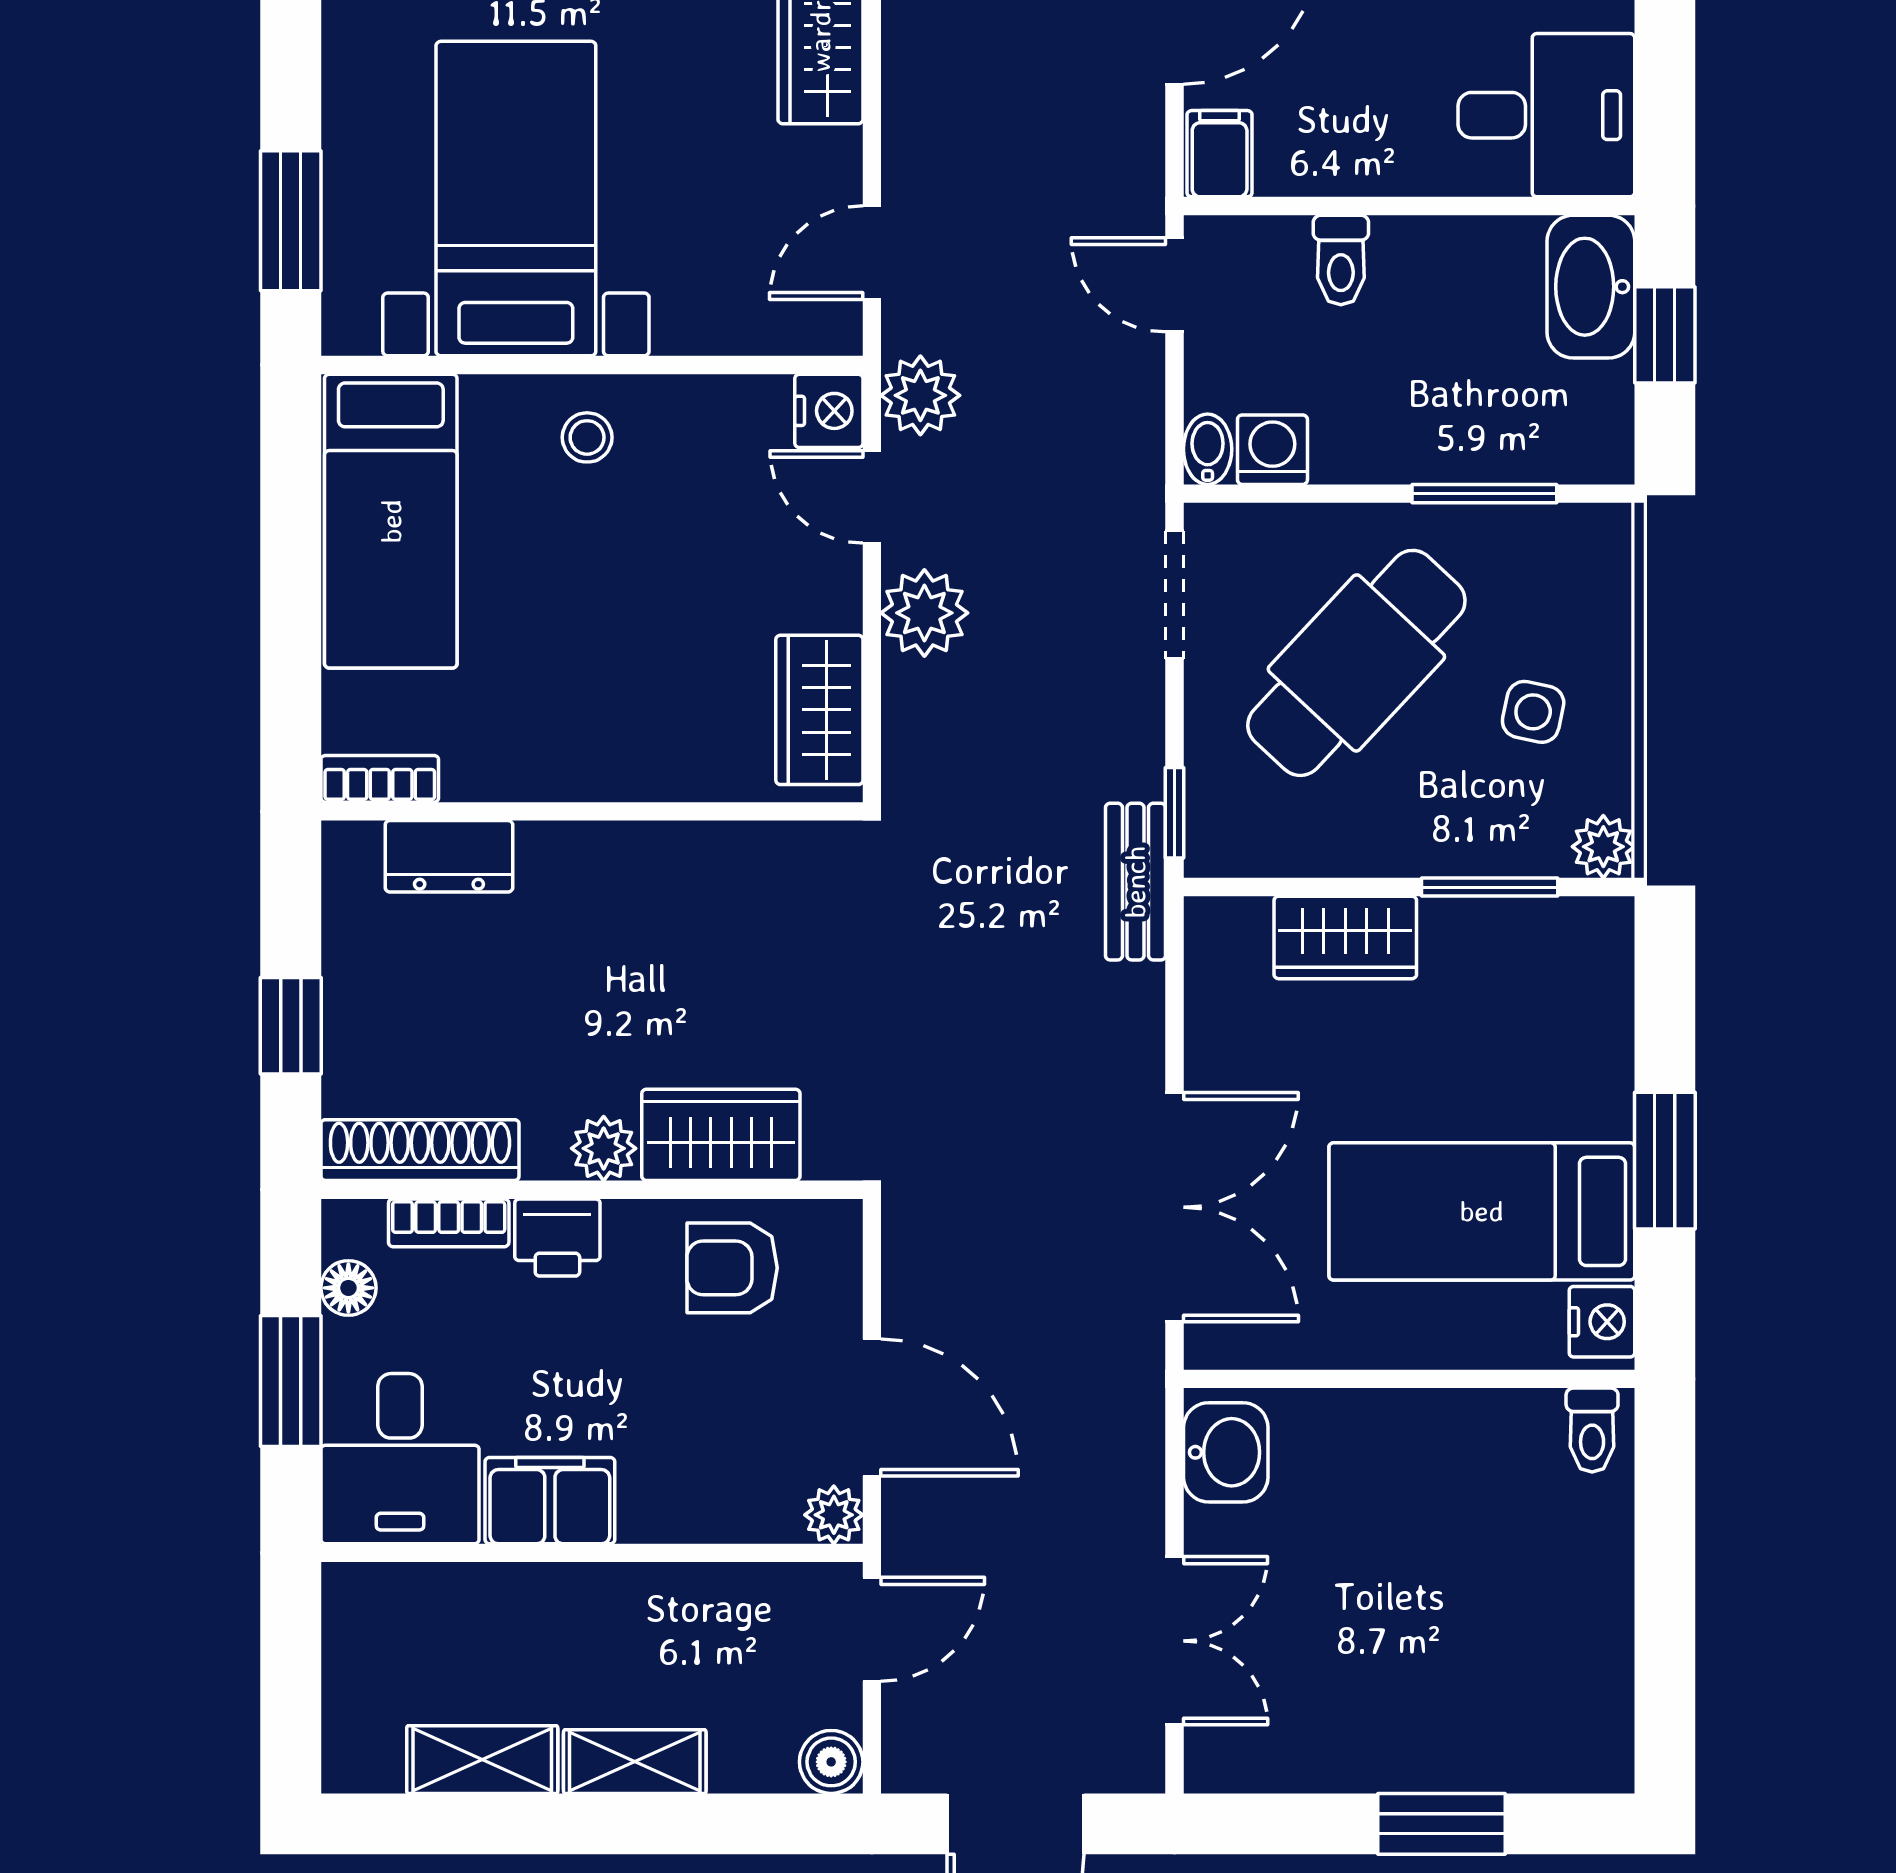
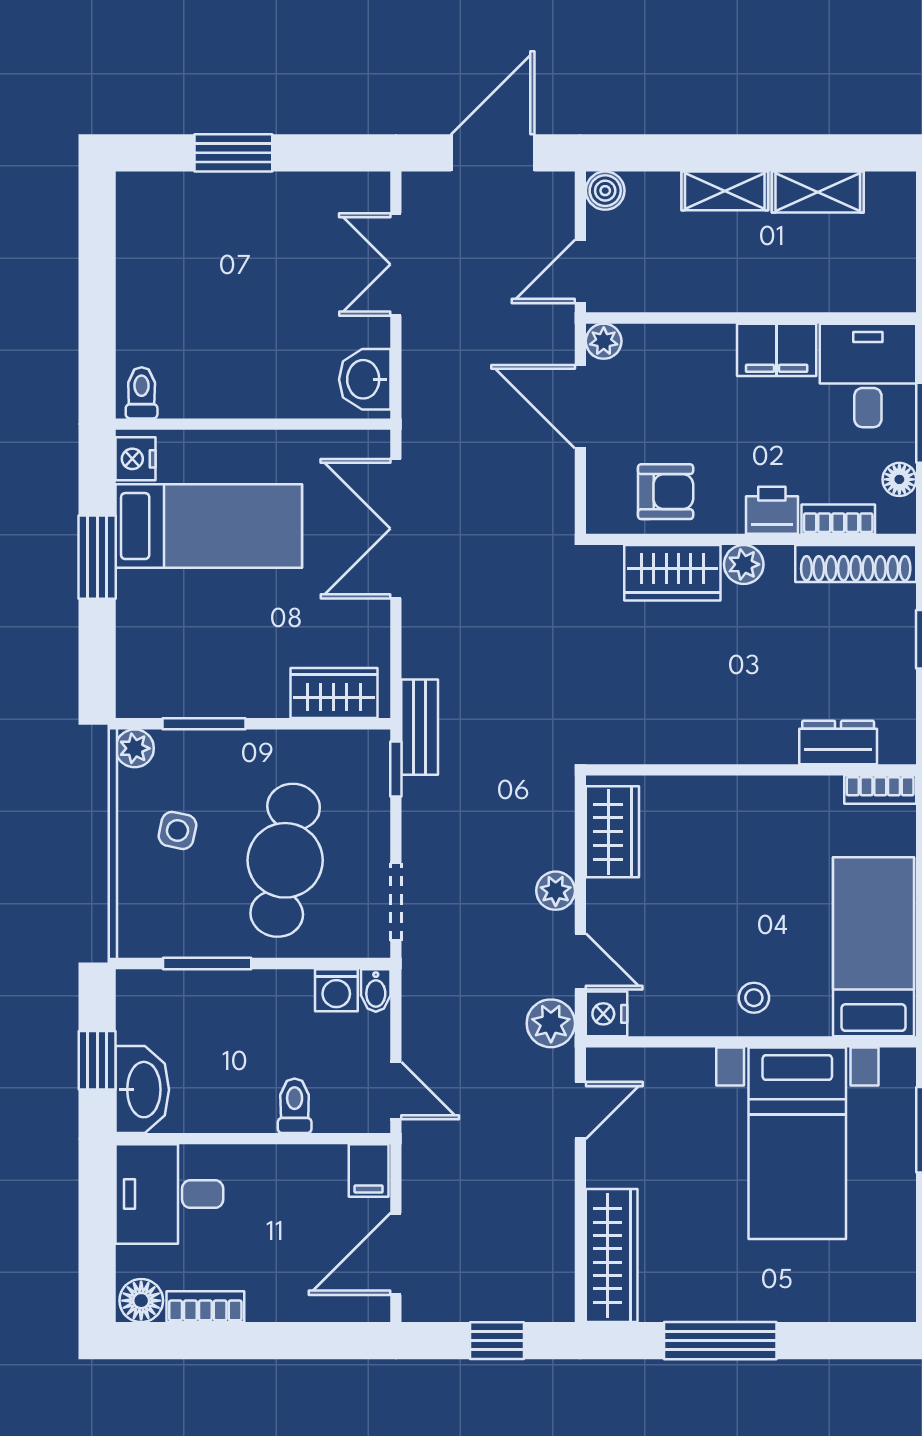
plant: (924, 613) -> (556, 891), width x0.73, depth x0.73
cafe table: (1356, 663) -> (285, 860), turned -34
wardrobe: (1345, 937) -> (334, 693), moved

